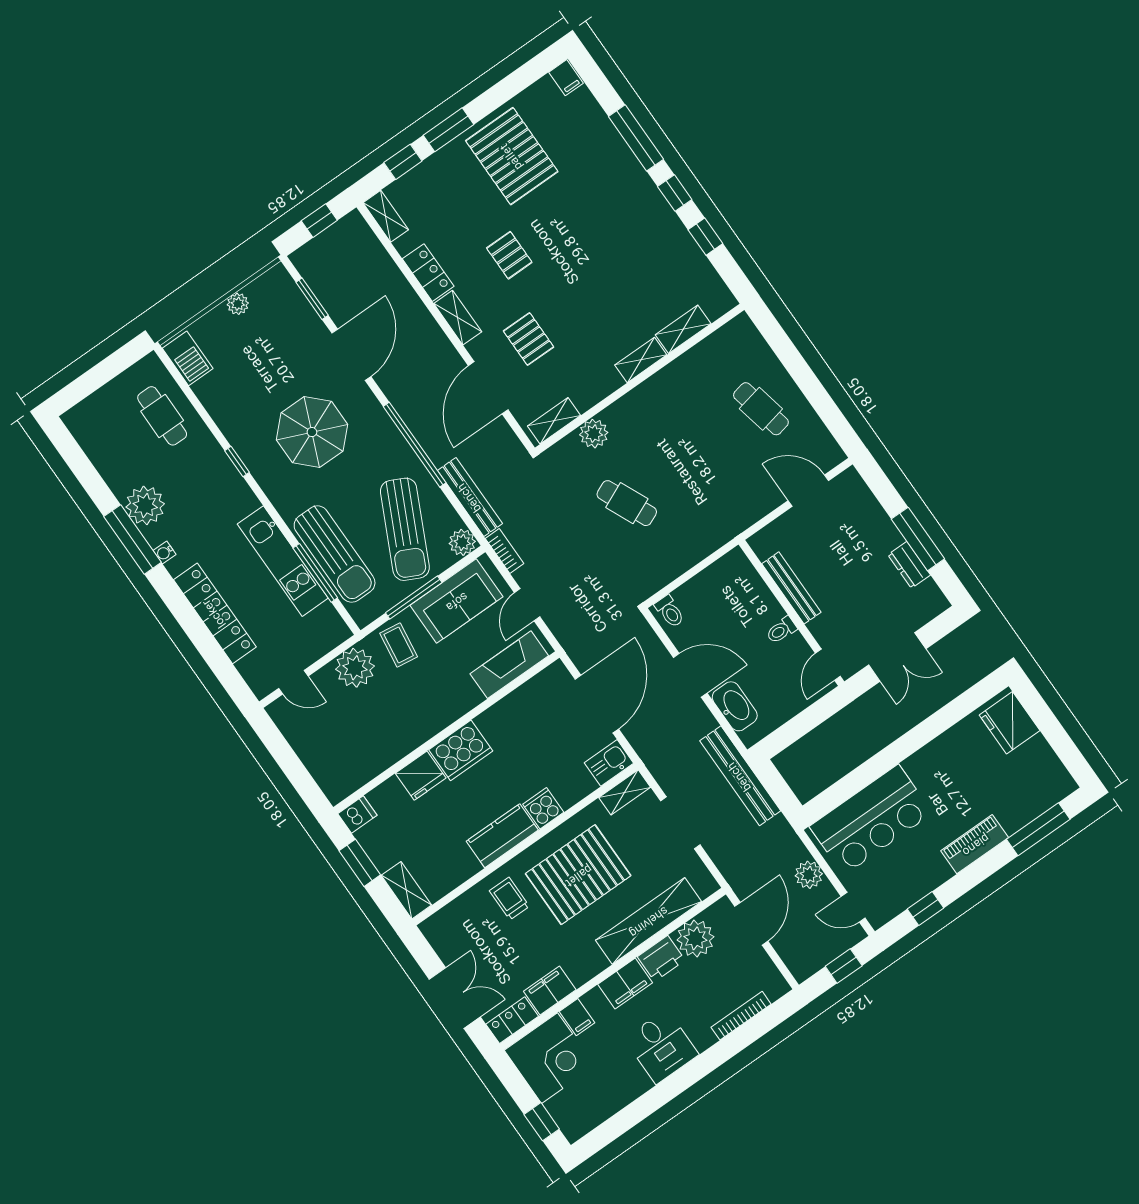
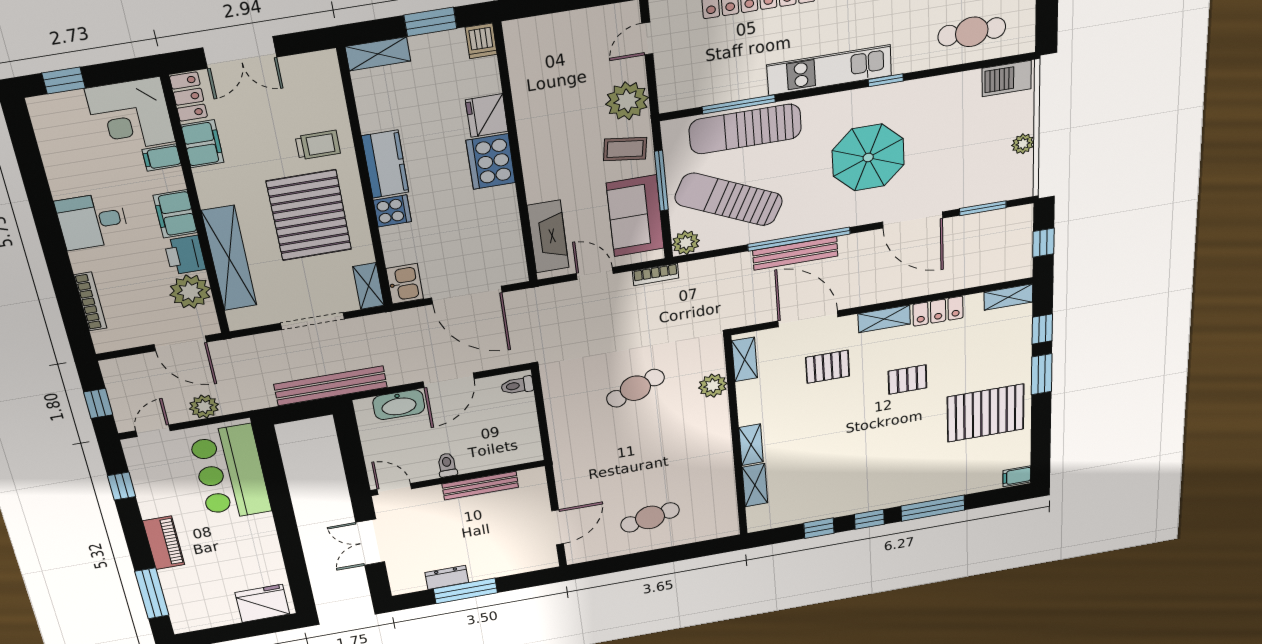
bench: (470, 497) -> (795, 253), moved
kitchen unit: (283, 561) -> (829, 70), moved

